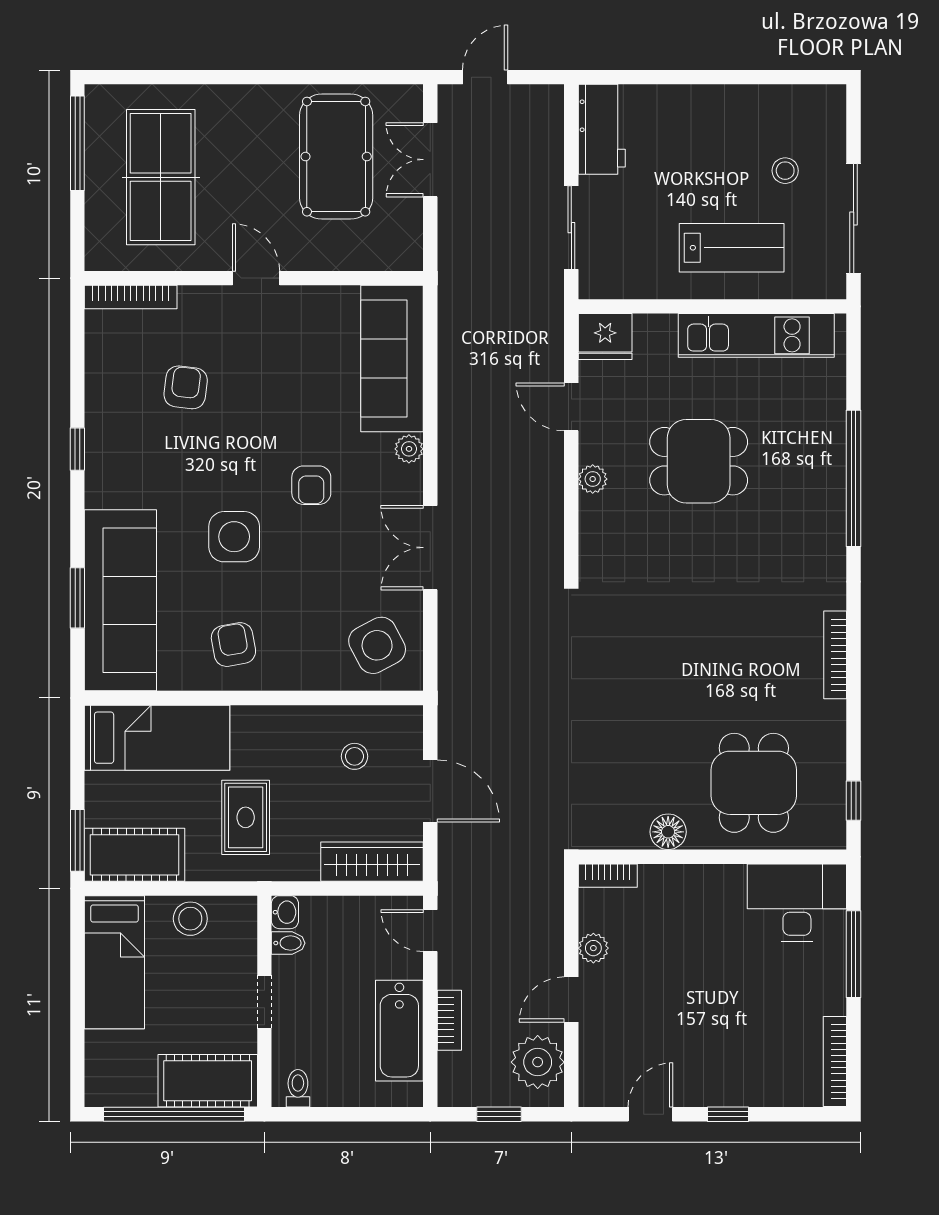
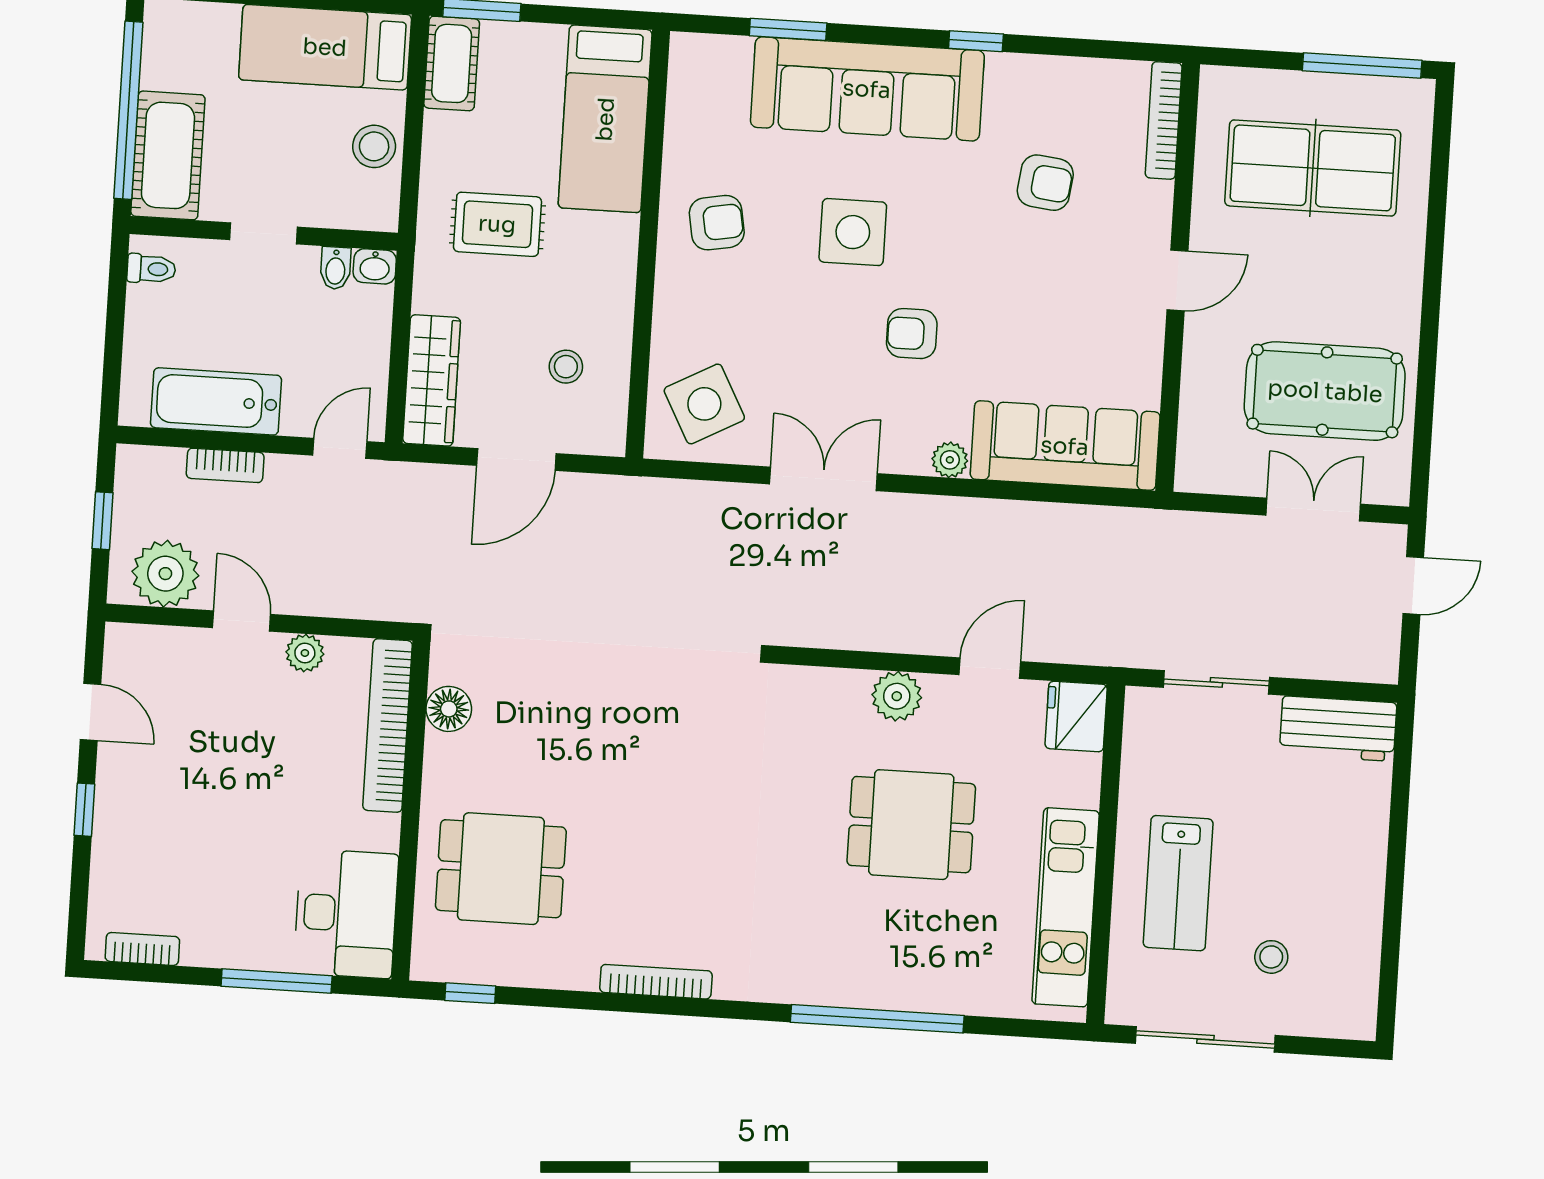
door: (485, 77) -> (1413, 585), hinge flipped
dining table: (699, 461) -> (911, 825), turned 90
plant: (593, 479) -> (897, 696), width x1.38, depth x1.38
sofa: (120, 600) -> (867, 89), moved
floor lamp: (668, 832) -> (449, 709), moved
cot: (135, 855) -> (452, 63), width x0.73, depth x0.75
bookcase: (608, 876) -> (388, 725), width x2.31, depth x1.31
bookcase: (835, 1062) -> (142, 949), width x0.64

